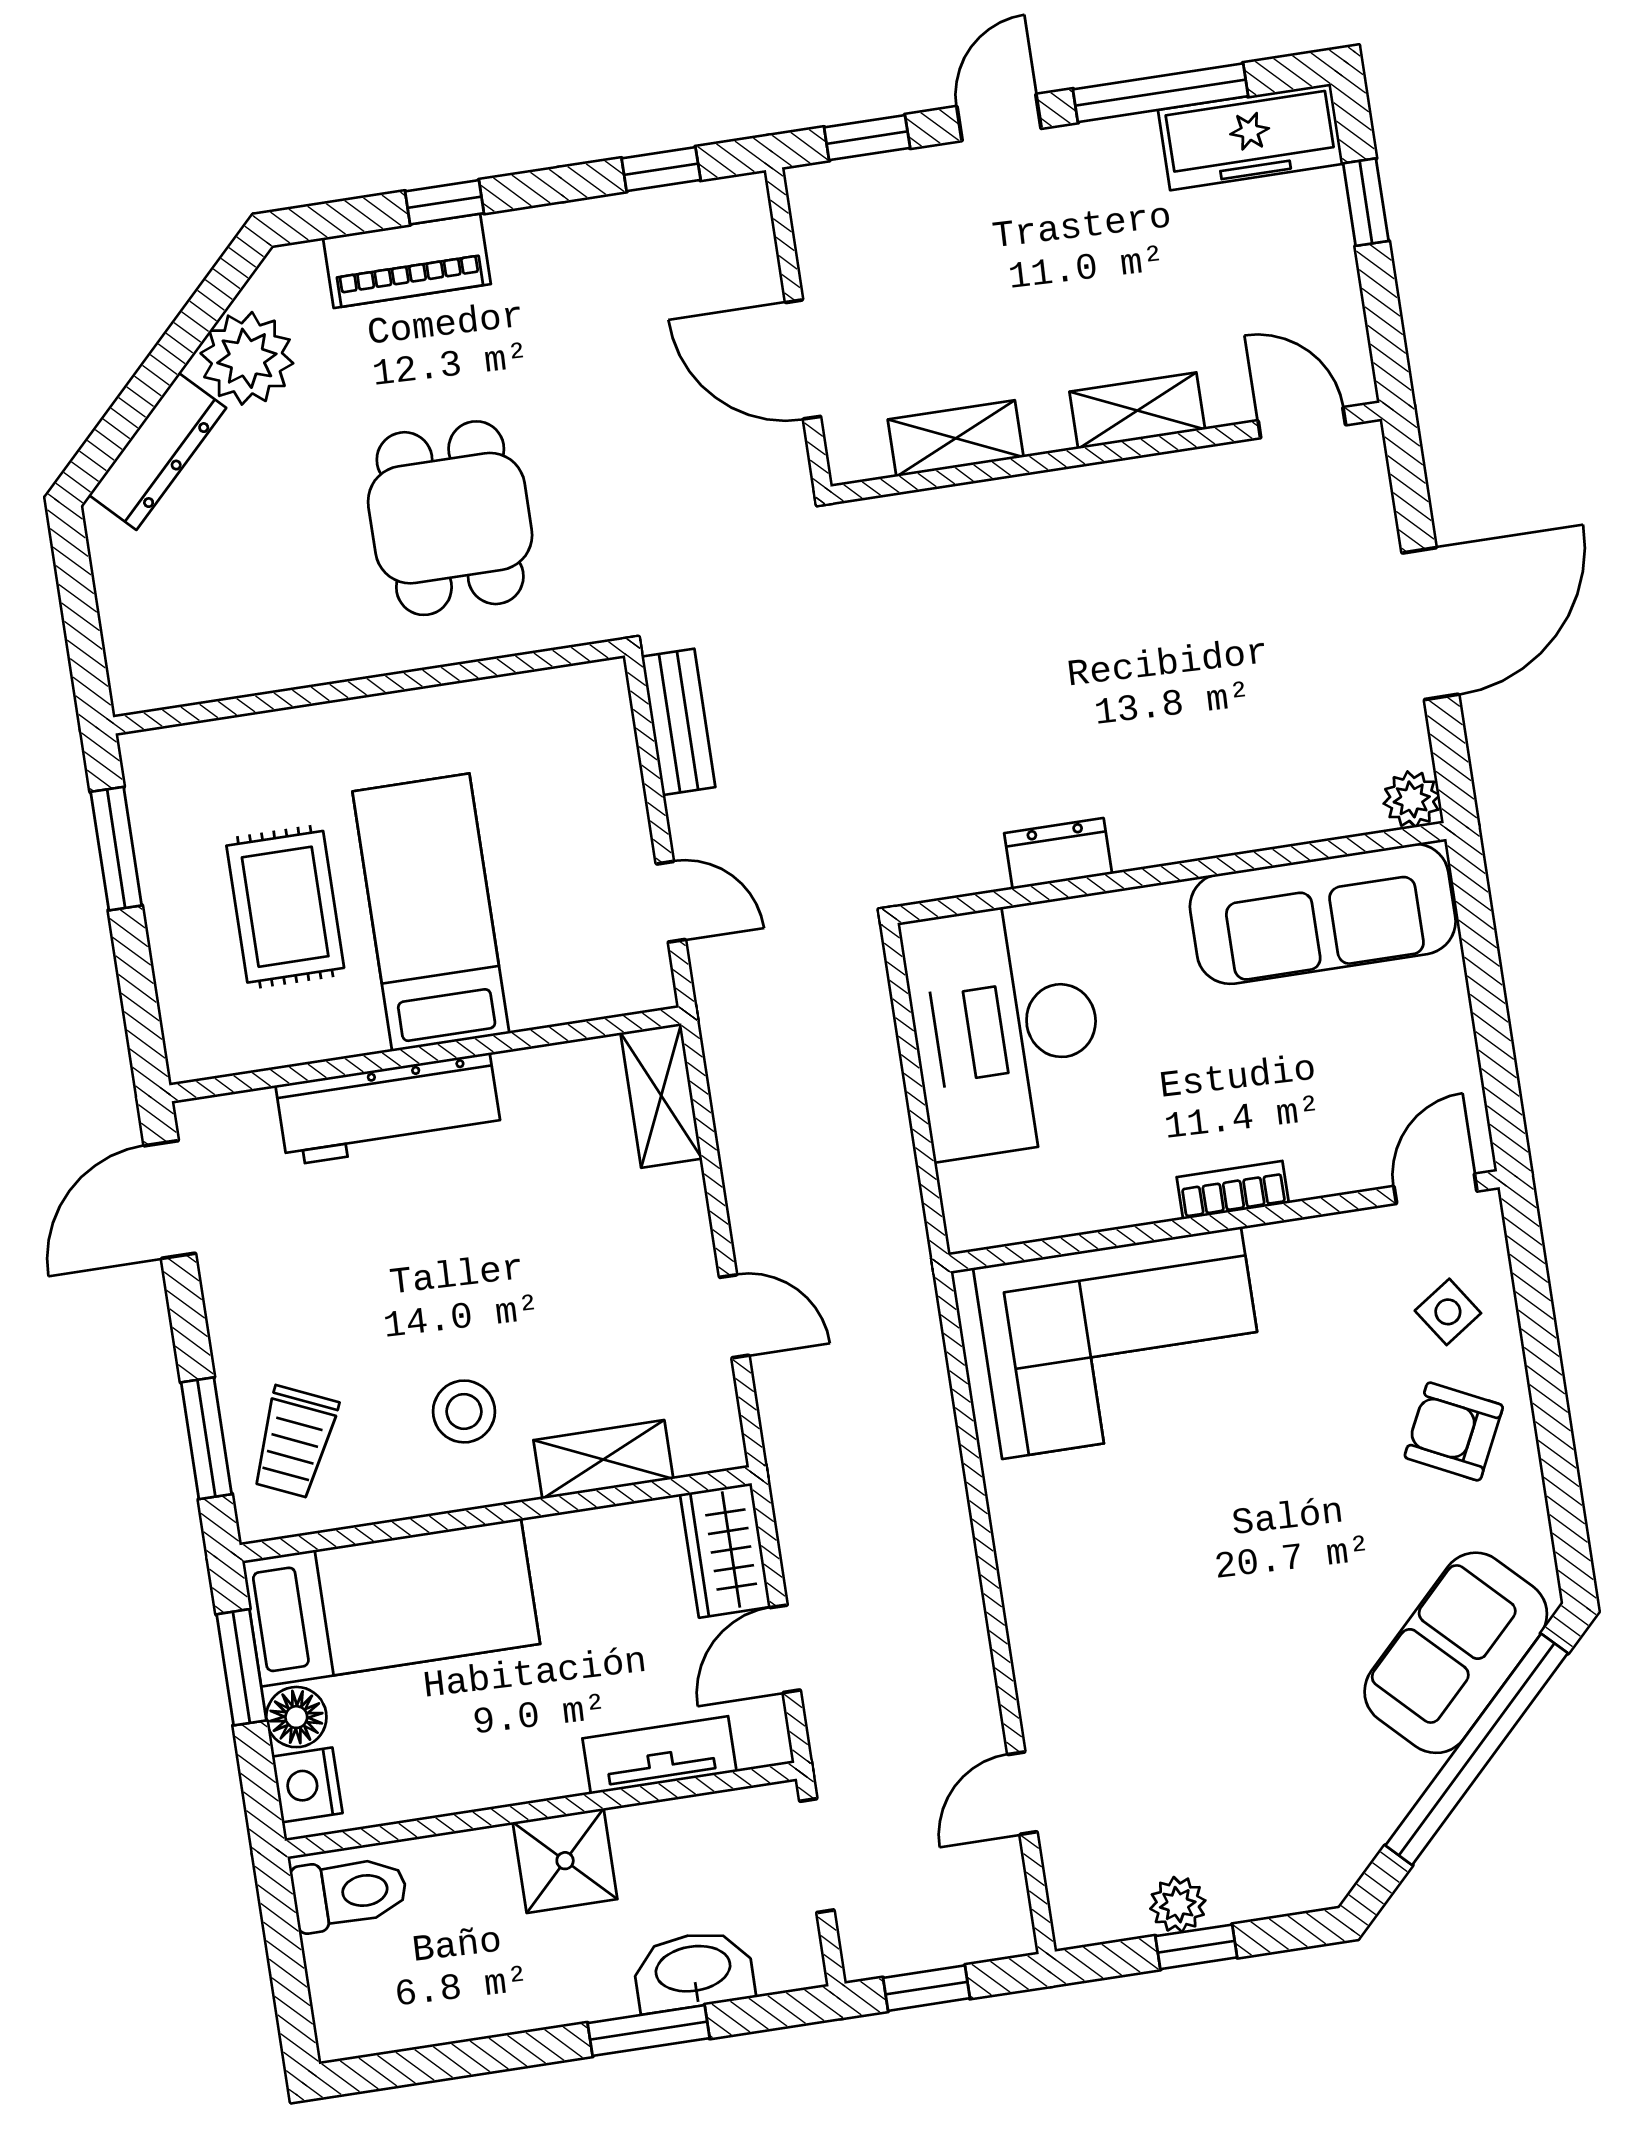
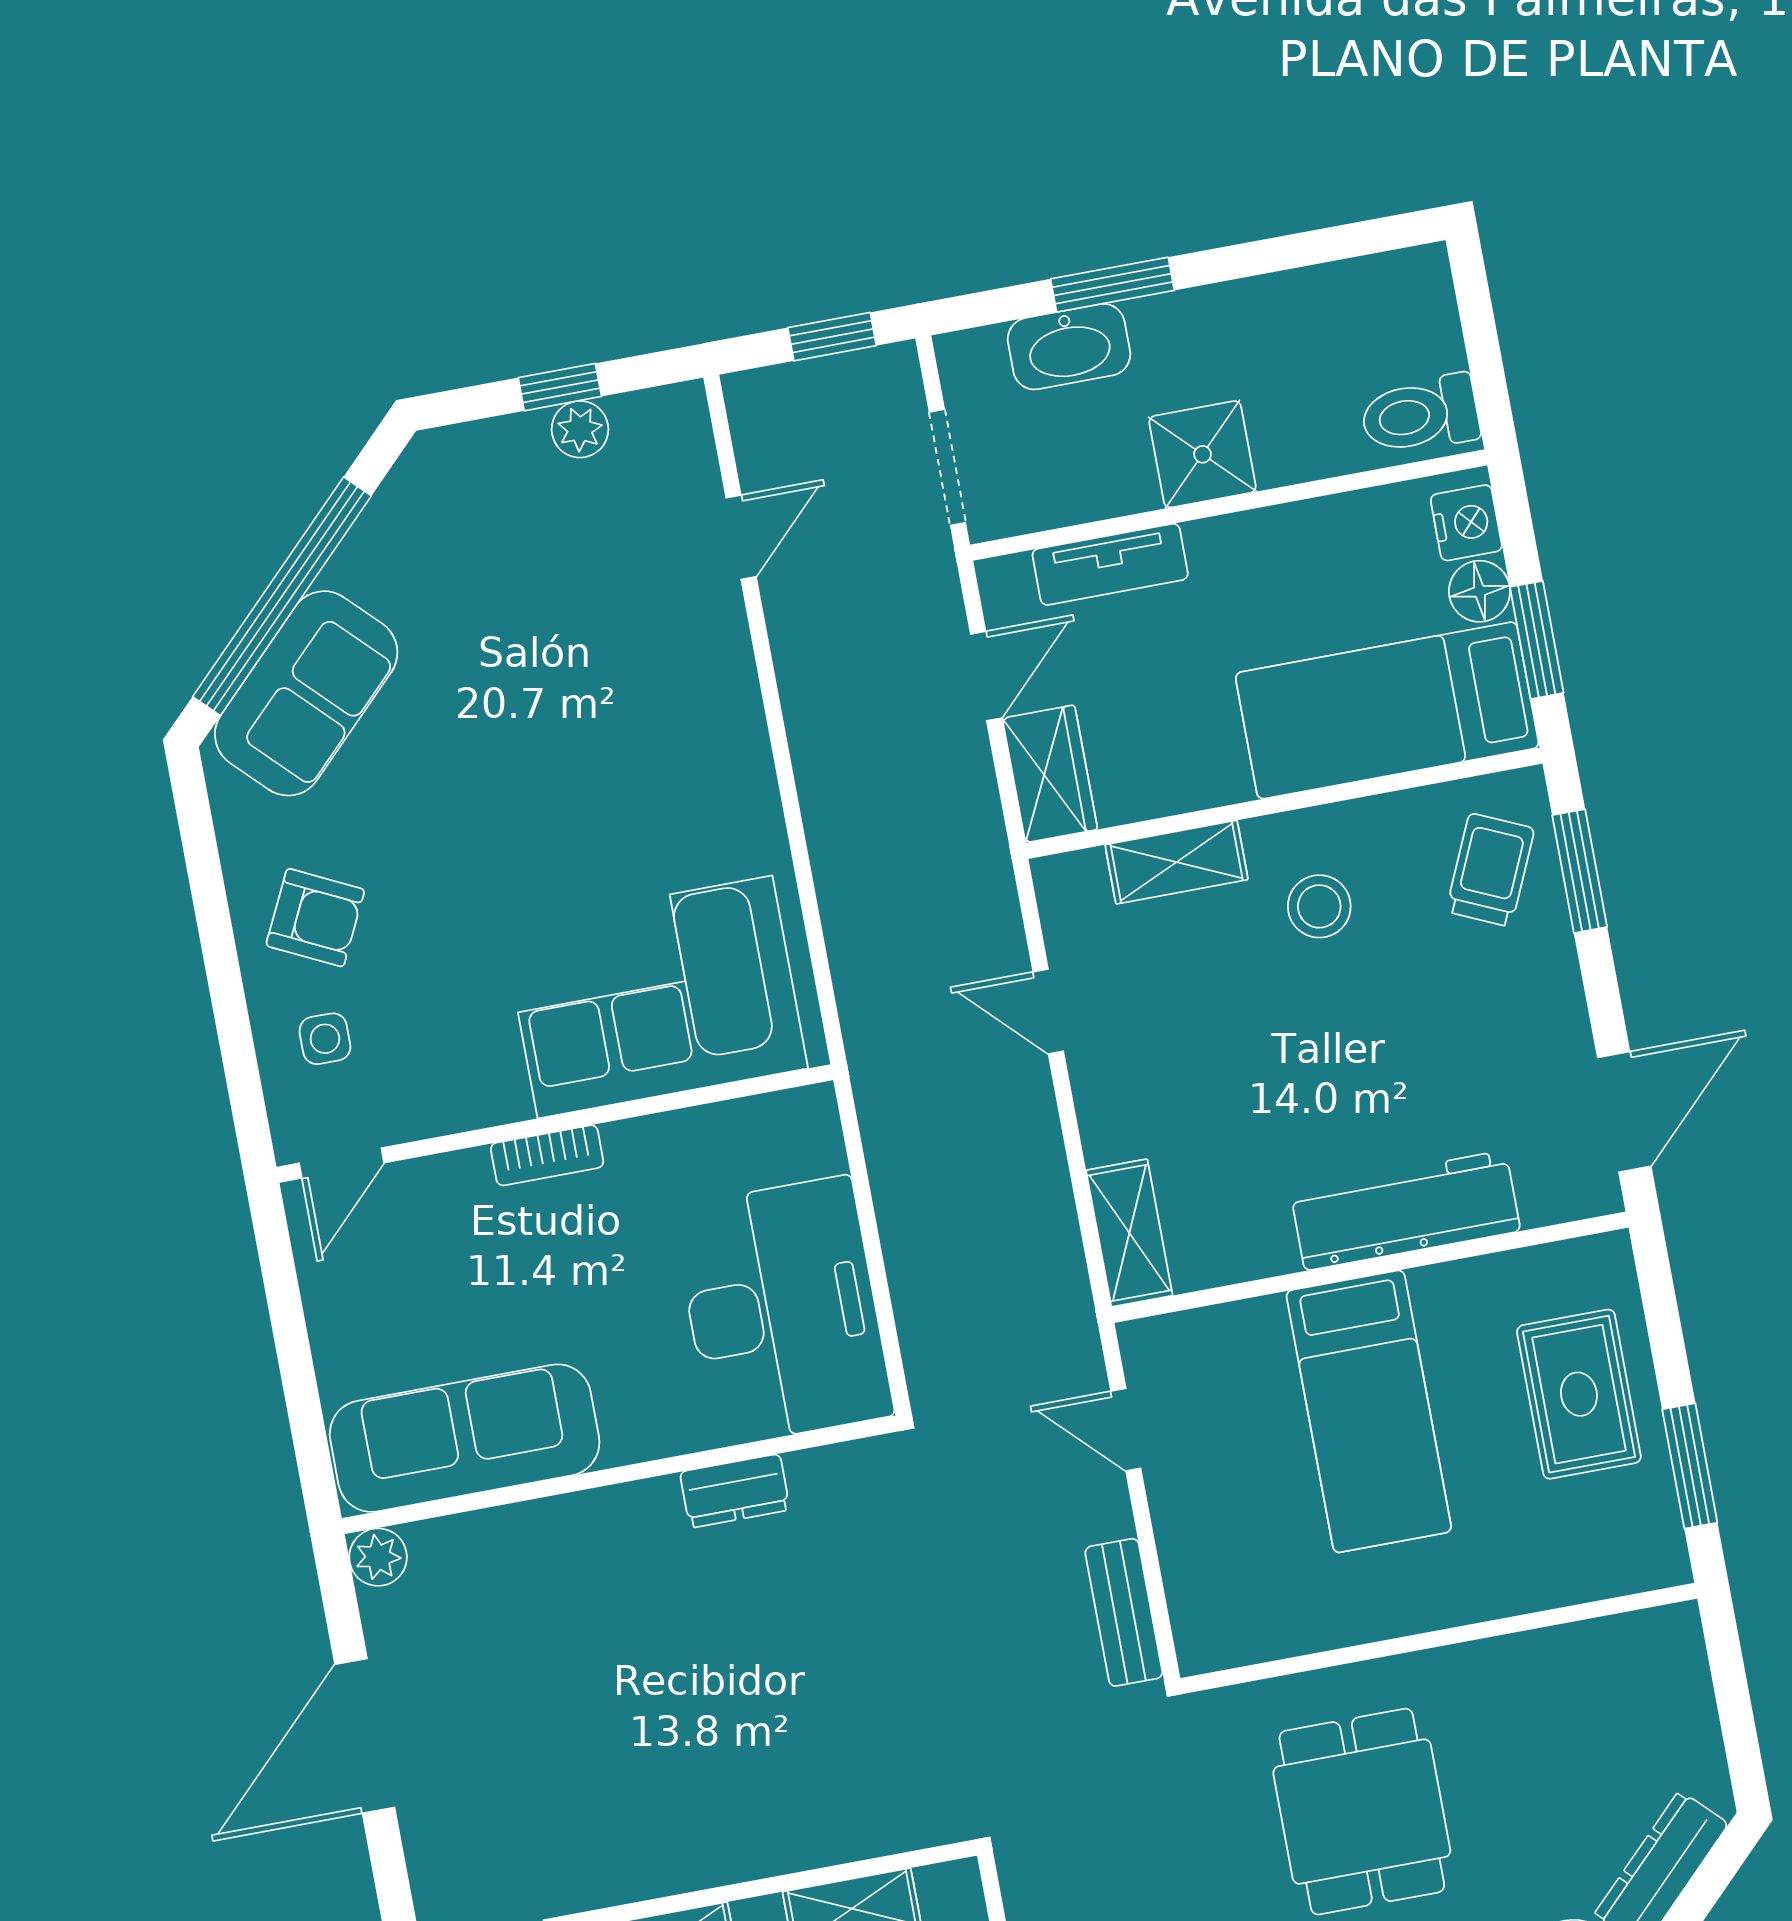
rug: (285, 907) -> (1579, 1394), moved
side table: (1448, 1312) -> (325, 1039), turned 34

